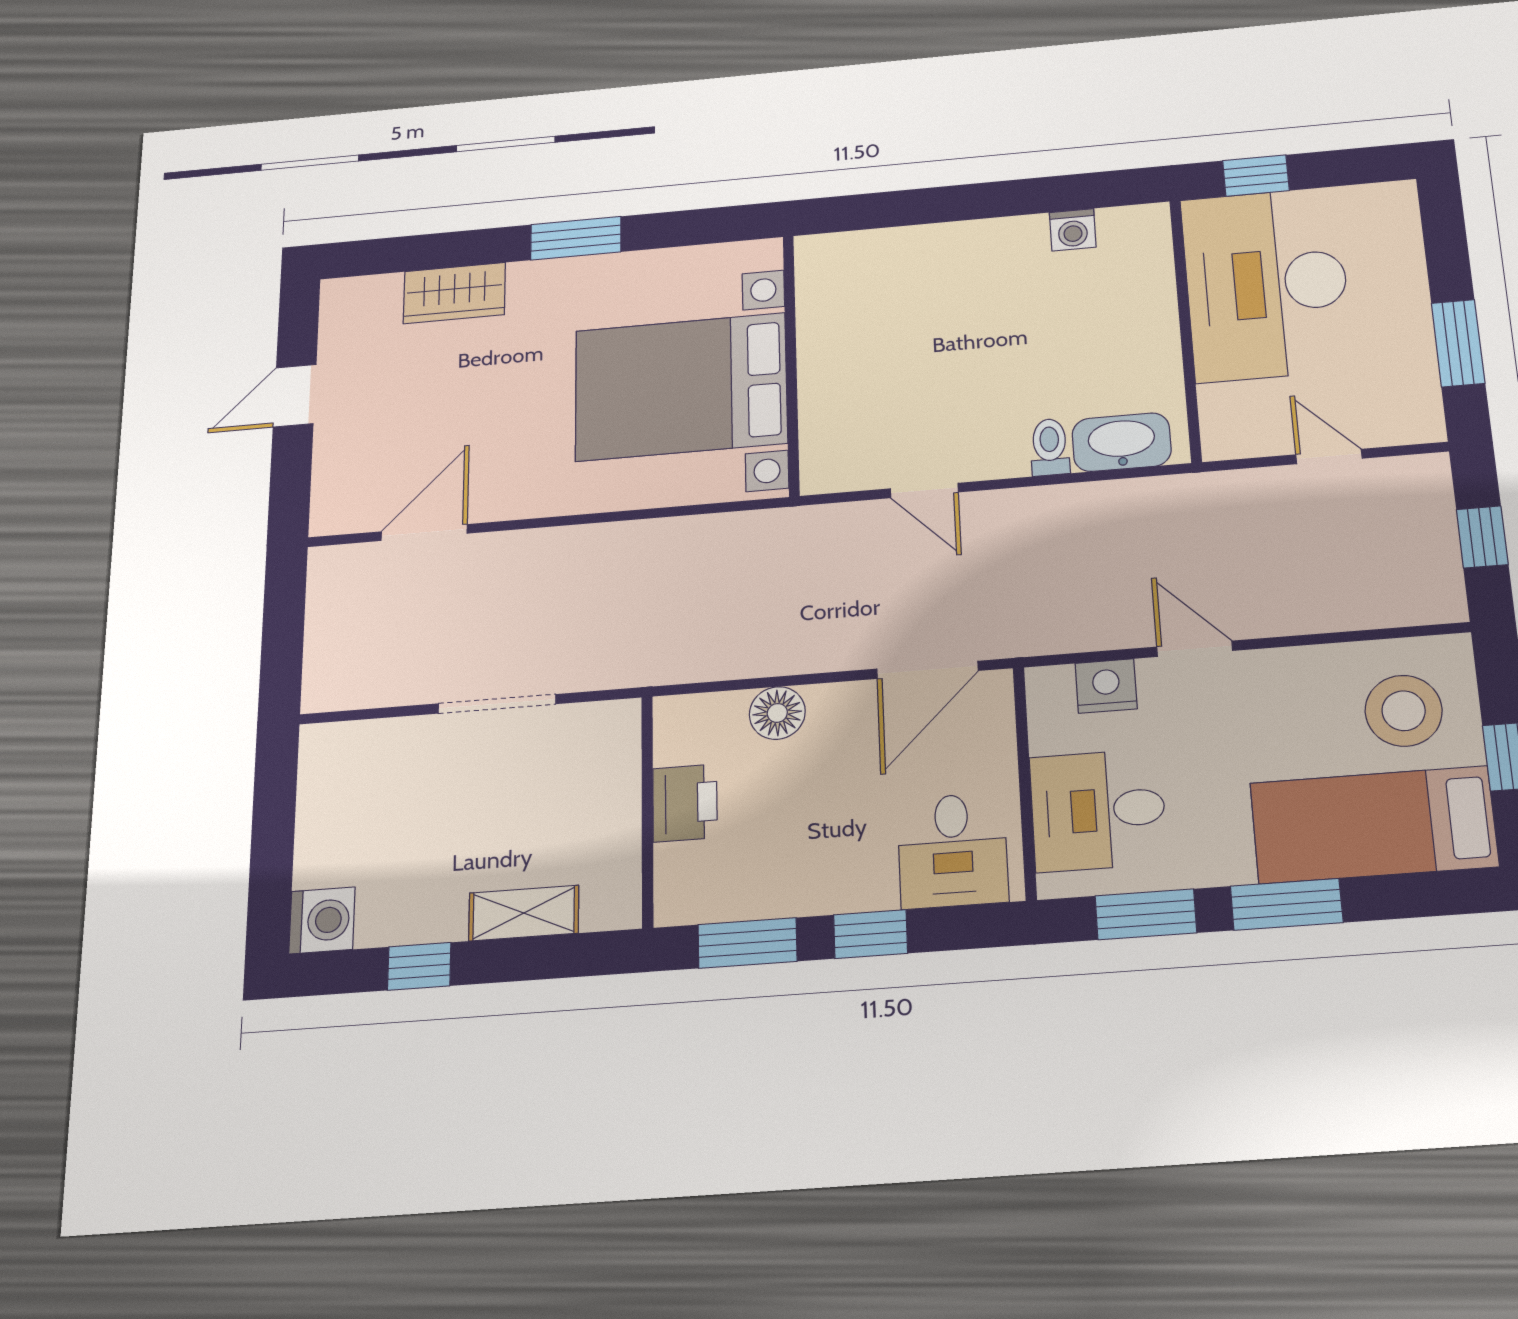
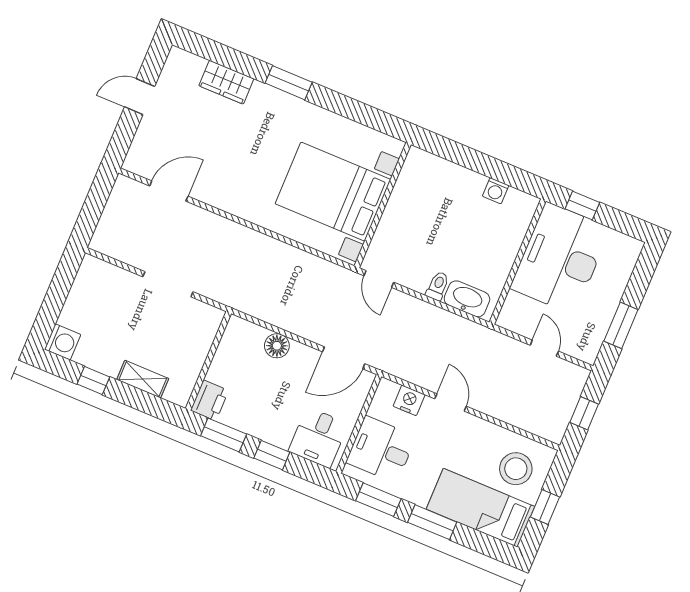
wall: (791, 364) -> (383, 205), moved
bed with nightstands: (681, 387) -> (333, 192), moved
printer: (685, 803) -> (210, 400), moved

